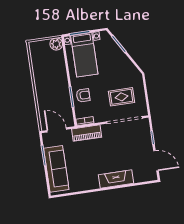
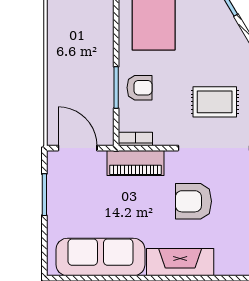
armchair: (118, 148) -> (193, 201), added
sofa: (56, 169) -> (100, 257), moved, turned -90

